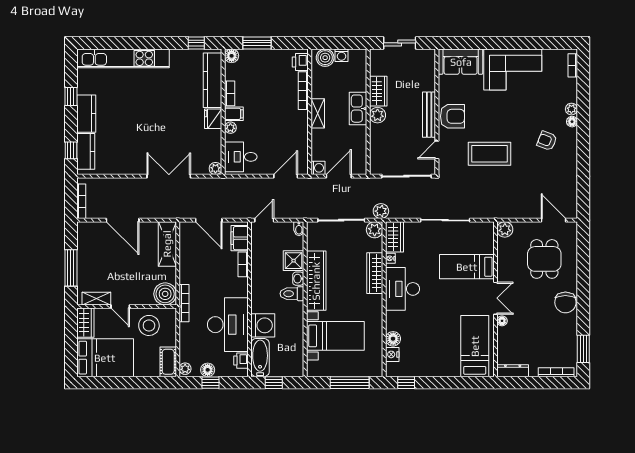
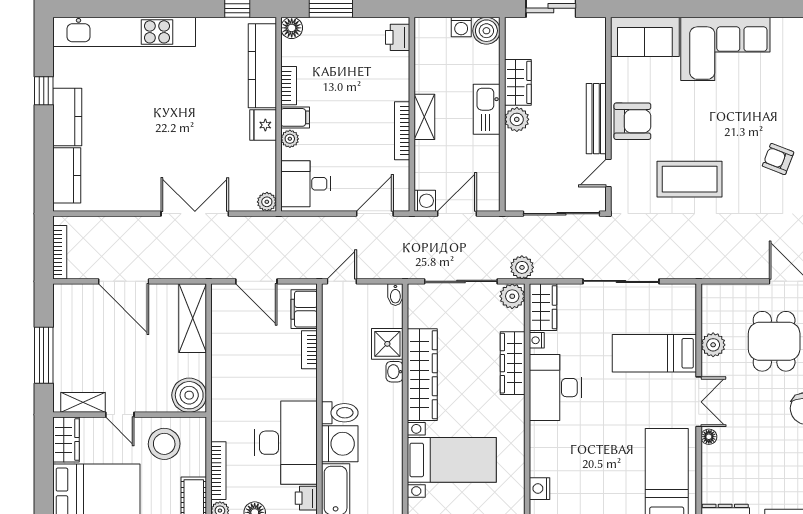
boiler: (325, 58) -> (486, 31), moved
bookcase: (303, 91) -> (402, 131), moved
window: (71, 150) -> (44, 174), removed
plant: (505, 229) -> (713, 345), moved
toilet: (292, 294) -> (340, 413), moved, turned 180
bookcase: (184, 303) -> (218, 471), moved
floor lamp: (393, 339) -> (541, 464), removed

